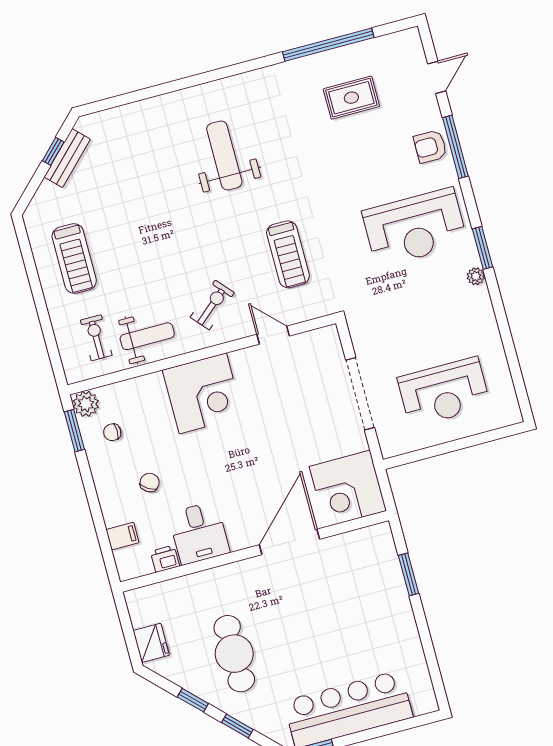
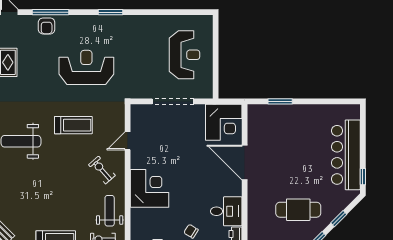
reception desk: (415, 227) -> (86, 67), moved, turned -90
treadmill: (288, 254) -> (73, 125), moved
plant: (476, 276) -> (125, 20), removed

